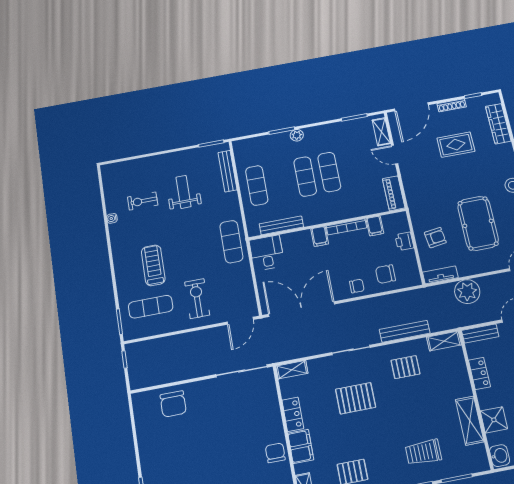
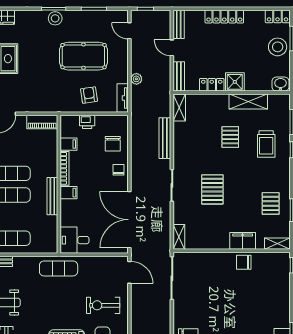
bench: (281, 225) -> (52, 196), moved
plant: (467, 292) -> (136, 79), width x0.53, depth x0.53
pallet: (405, 367) -> (230, 137), moved
locker: (293, 414) -> (216, 243), removed
shower: (494, 420) -> (235, 82), moved

